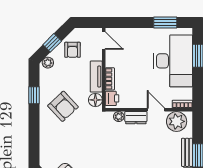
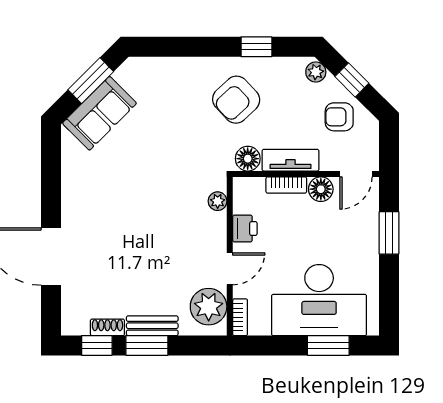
window: (165, 23) -> (389, 233), moved
floor lamp: (112, 60) -> (321, 189), added
printer: (112, 98) -> (245, 229), moved, turned -90
dresser: (136, 118) -> (216, 232), removed

